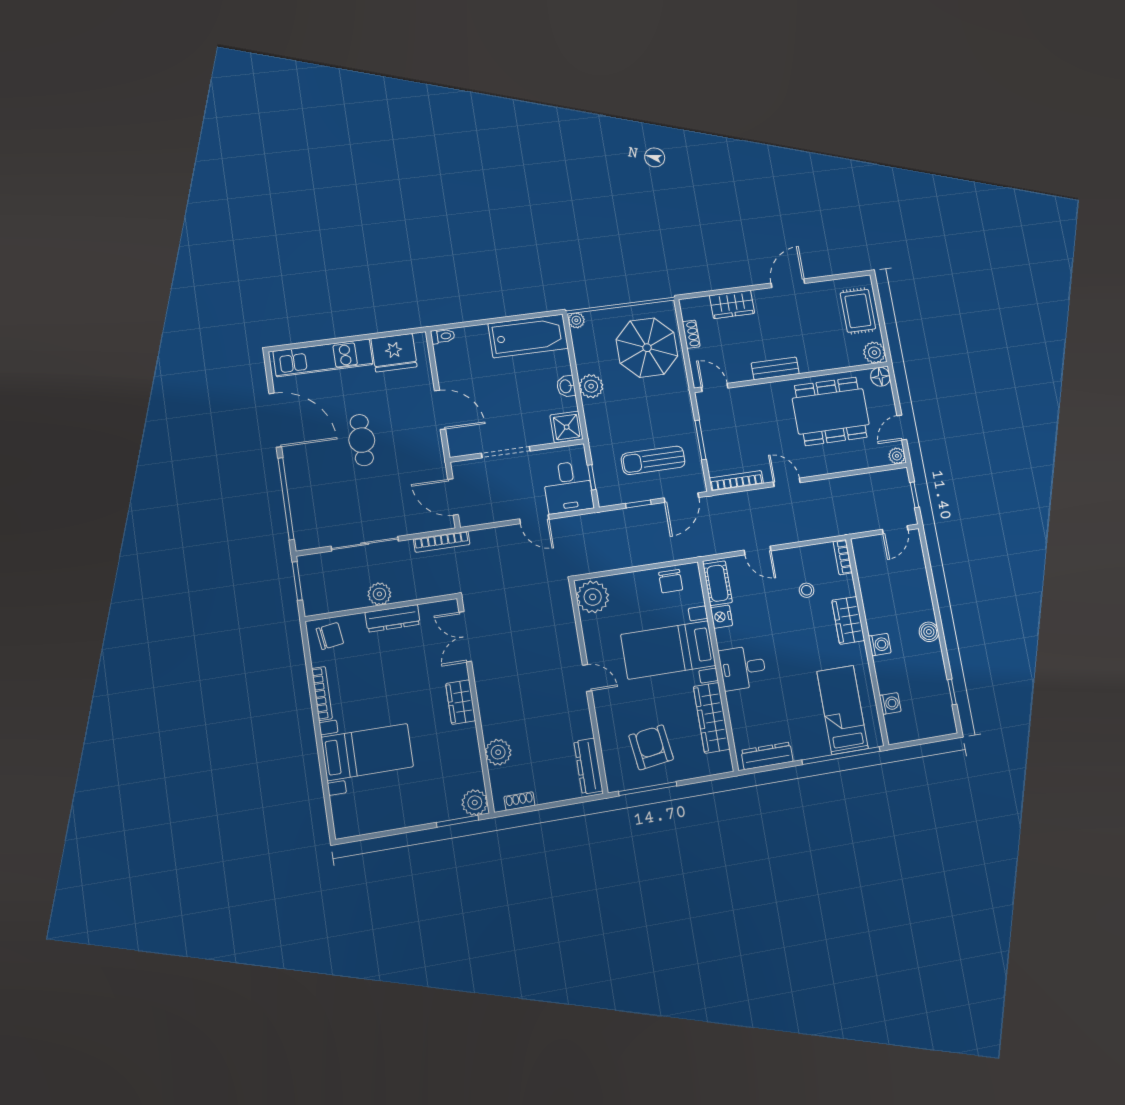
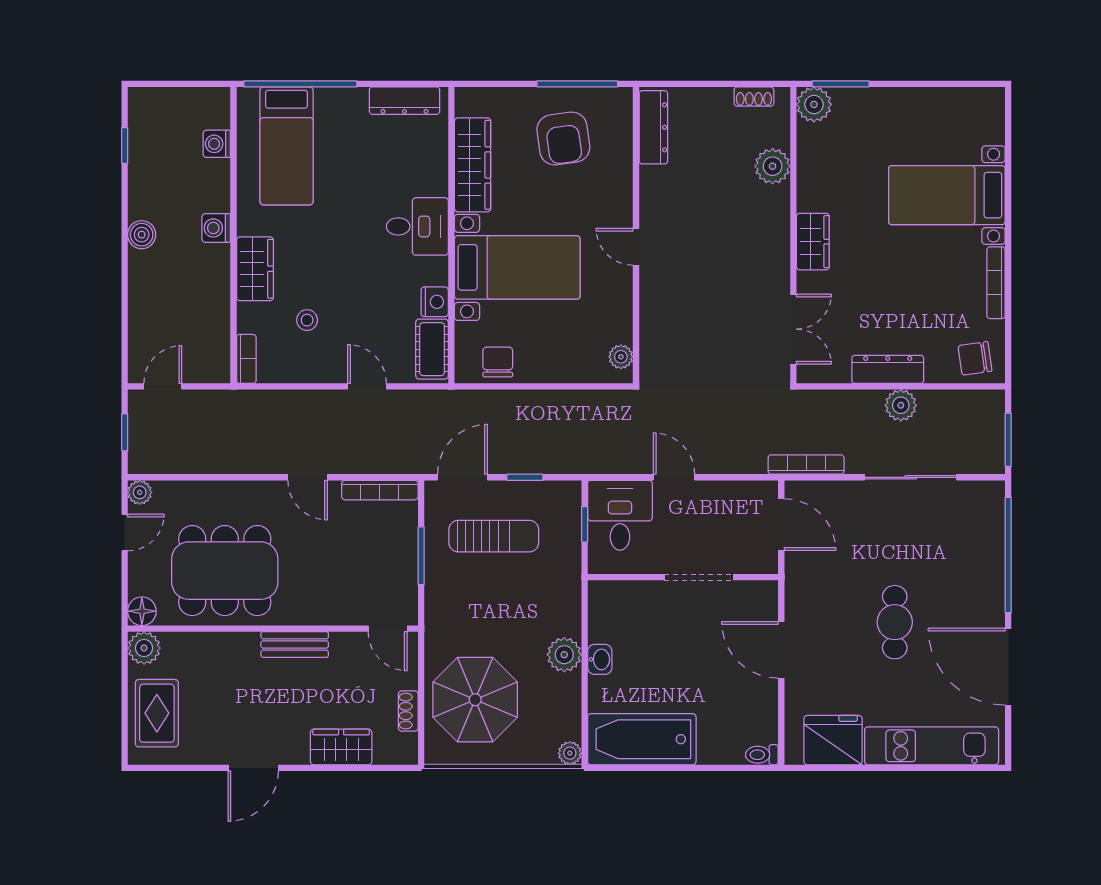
shower: (567, 427) -> (608, 601), removed
plant: (593, 597) -> (621, 357), width x0.53, depth x0.53

